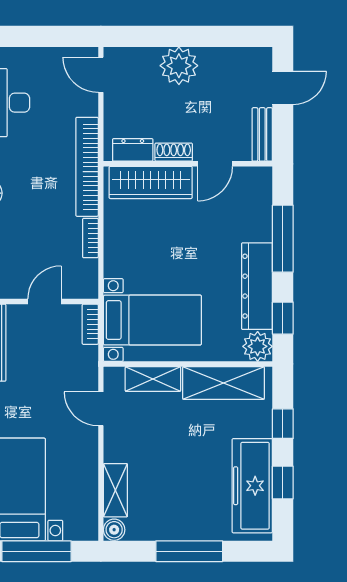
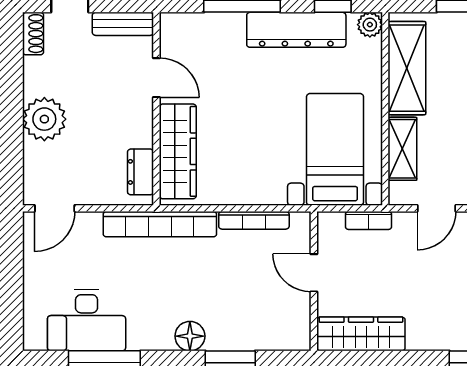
shoe rack: (174, 152) -> (33, 34), moved, turned 180
bookcase: (90, 238) -> (254, 220), width x1.56
bookcase: (90, 324) -> (368, 220), moved
plant: (258, 346) -> (370, 25), width x0.73, depth x0.73

